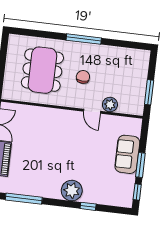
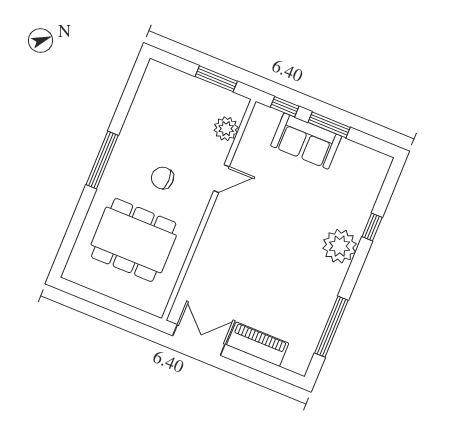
plant: (110, 105) -> (226, 129), moved
window: (137, 192) -> (285, 107), moved

